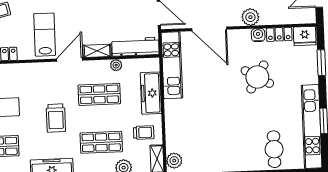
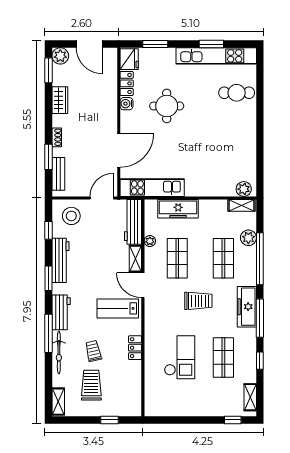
plant: (250, 17) -> (109, 110), removed
round table: (257, 77) -> (167, 106), turned -30
trolley: (144, 133) -> (216, 217), removed

